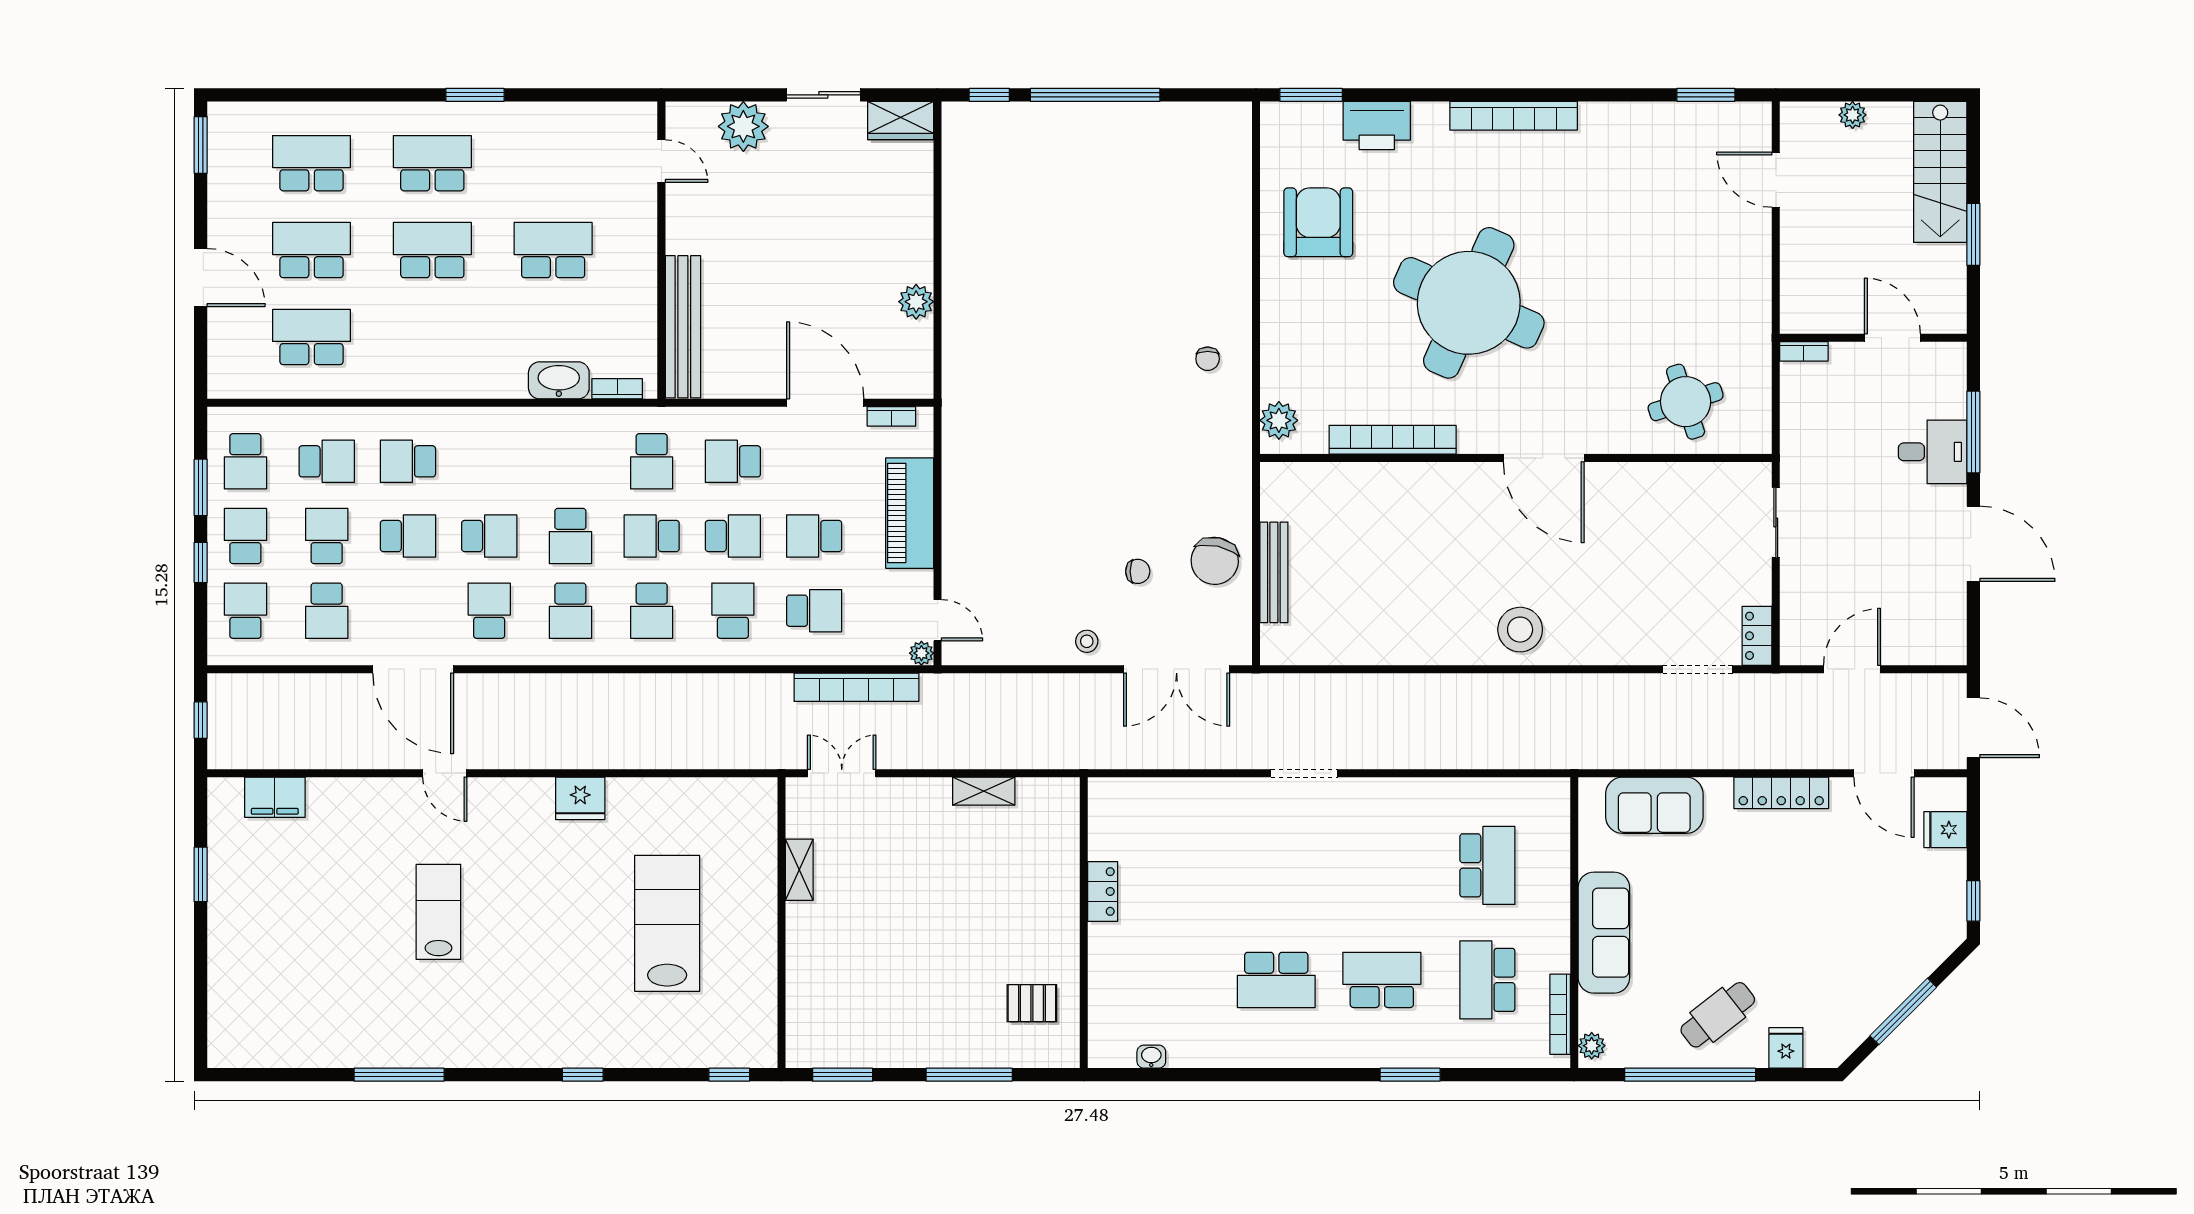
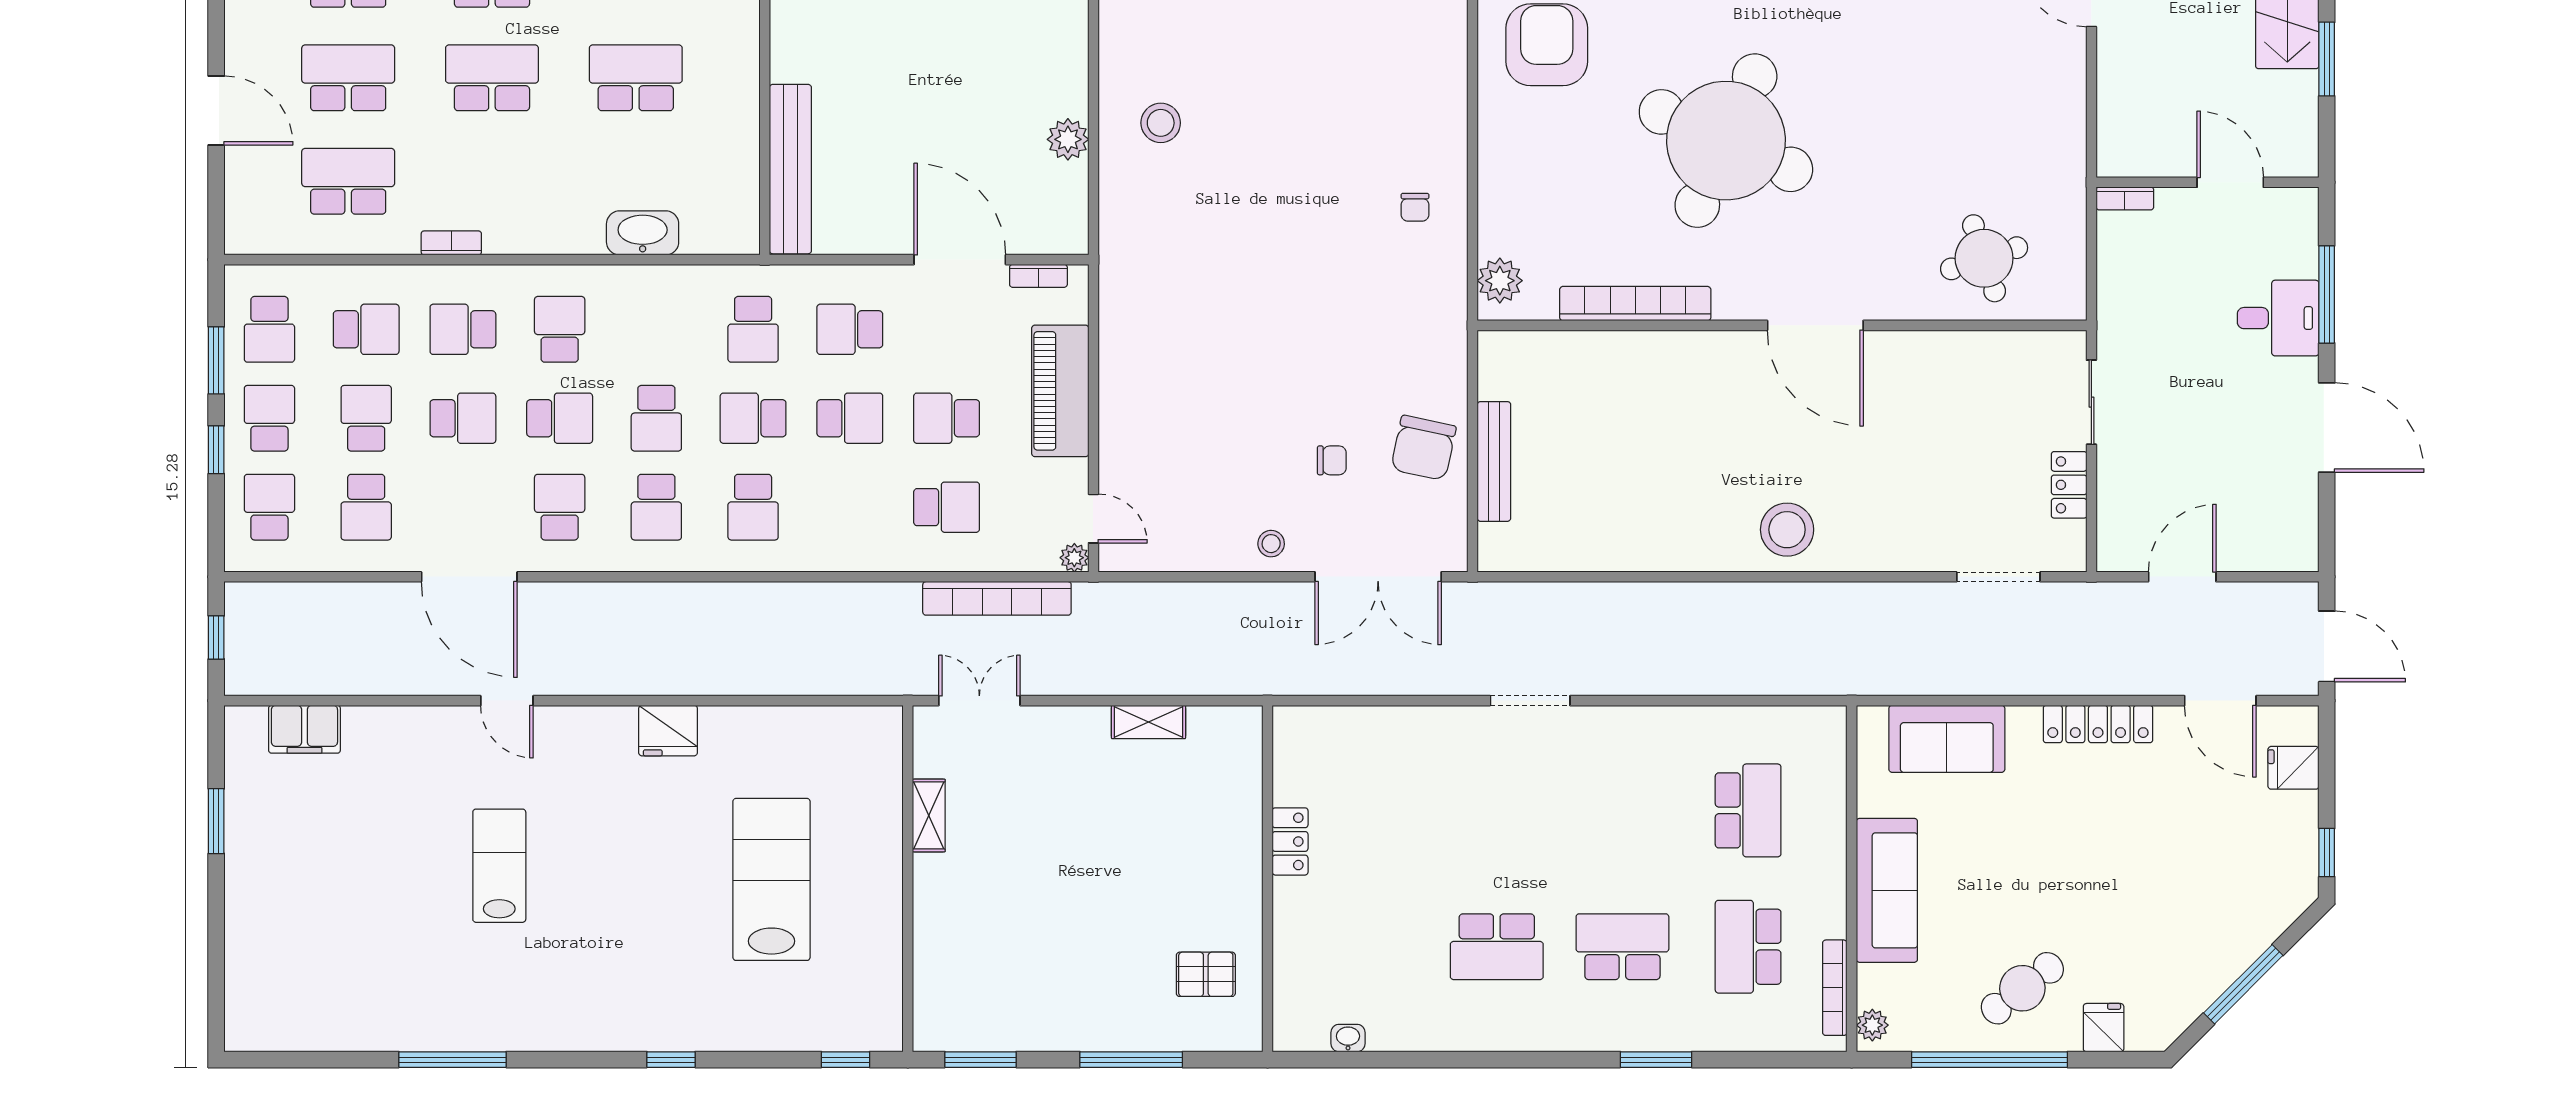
stool: (994, 288) -> (1161, 123), added
bookcase: (617, 389) -> (451, 243), moved
school desk: (733, 611) -> (560, 329), moved
locker: (1757, 636) -> (2069, 485), moved

